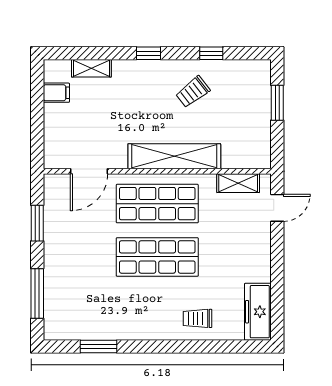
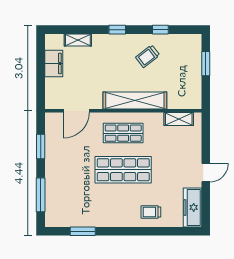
filing cabinet: (56, 93) -> (54, 64), width x2.00
shop shelf: (157, 204) -> (123, 133), width x0.70, depth x0.74
door: (277, 208) -> (206, 173), moved

